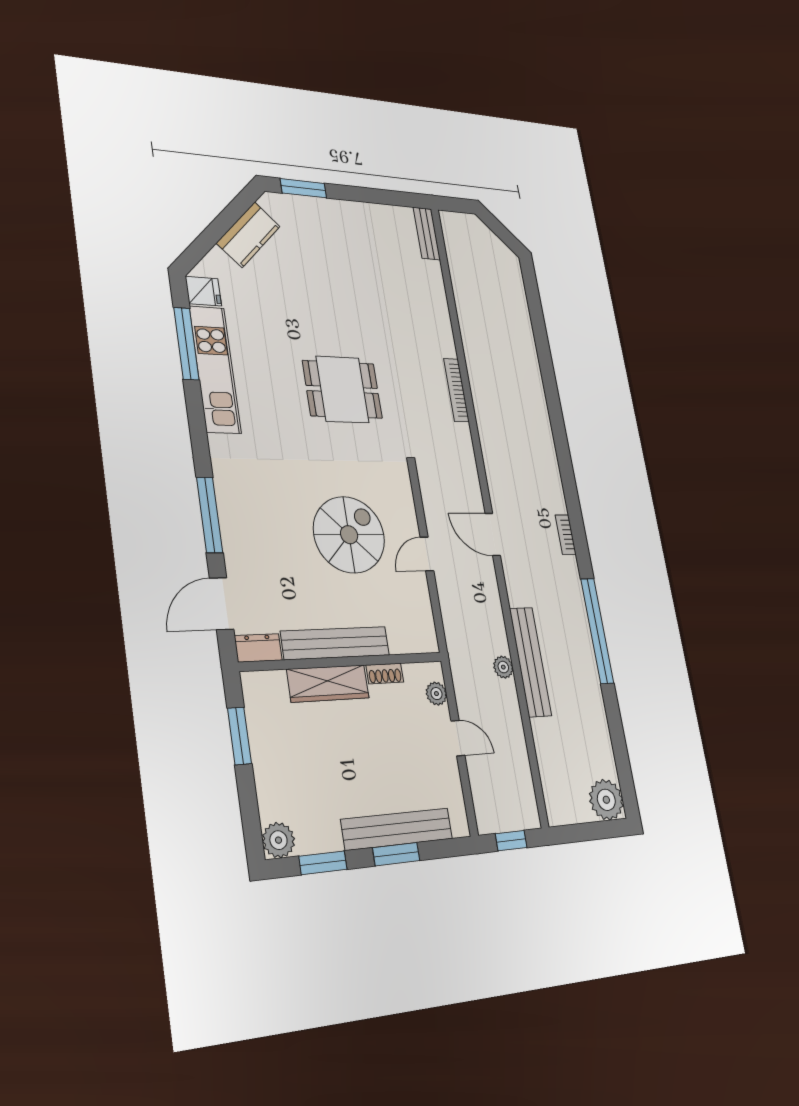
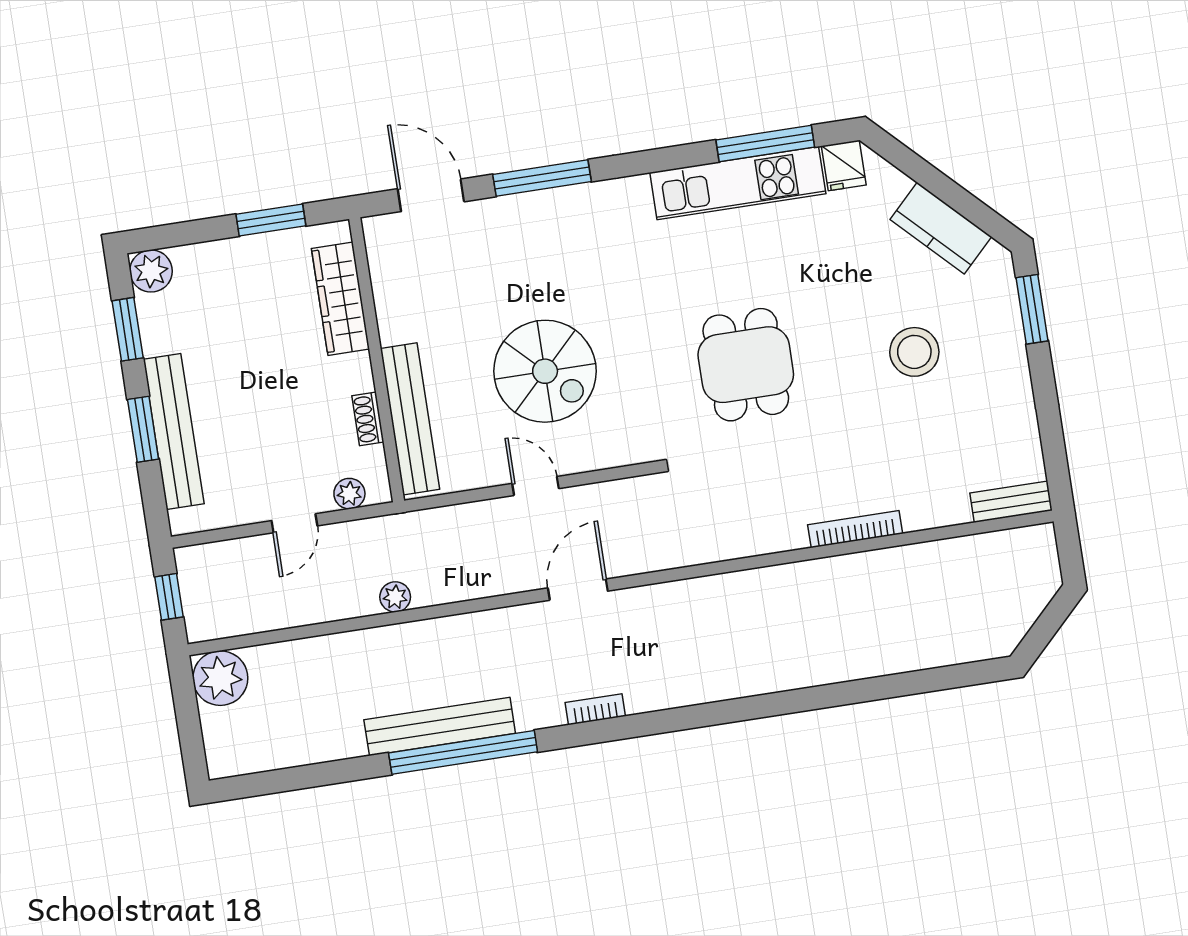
stool: (332, 273) -> (914, 352), added
bookcase: (456, 390) -> (855, 529), moved
bench: (335, 643) -> (410, 419), moved
dresser: (258, 648) -> (381, 244), removed
bench: (530, 662) -> (440, 726), moved
wardrobe: (328, 684) -> (340, 299), moved
plant: (606, 800) -> (220, 678), moved

